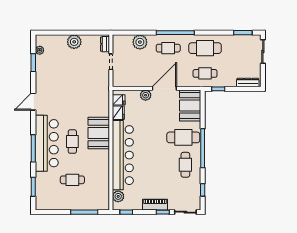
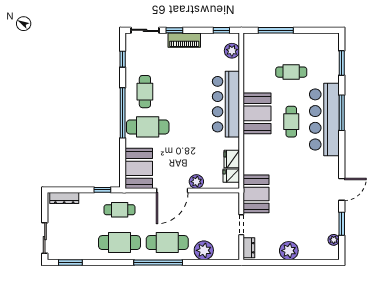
cafe table: (168, 48) -> (167, 243), width x1.37, depth x1.35
booth: (100, 86) -> (256, 194), added
door: (33, 102) -> (342, 189), moved
booth: (99, 133) -> (257, 113), moved
bar counter: (123, 155) -> (226, 104), width x0.73

